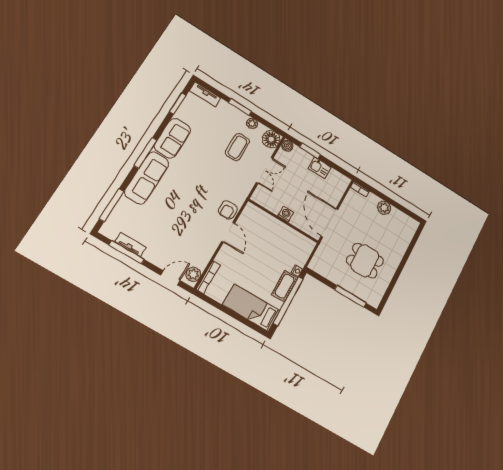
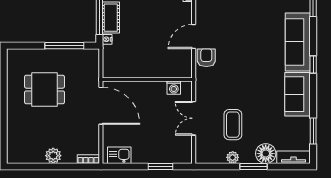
floor lamp: (271, 139) -> (266, 154), moved
boiler: (287, 146) -> (186, 157), removed
window: (146, 153) -> (313, 65), width x0.46
kitchen sink: (320, 168) -> (119, 155), moved
washing machine: (286, 214) -> (174, 88), moved
door: (228, 232) -> (194, 37), hinge flipped
window: (350, 296) -> (64, 46), moved

